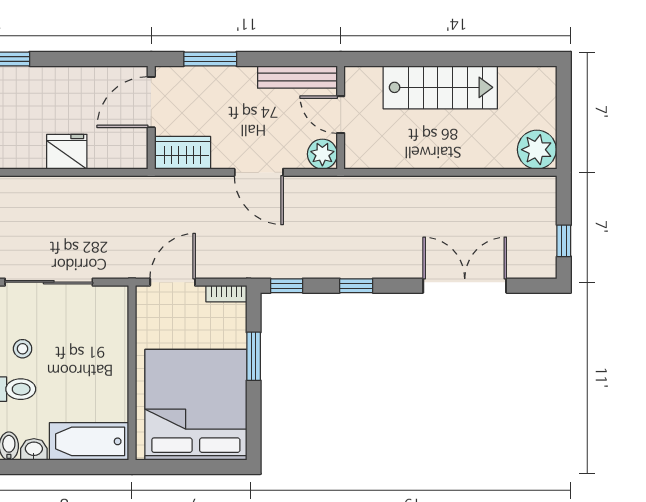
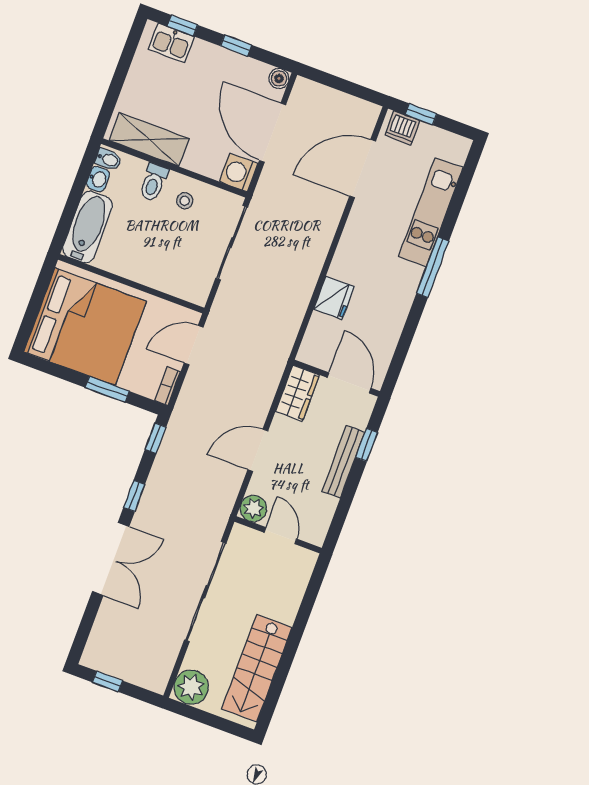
window: (210, 59) -> (367, 445), width x0.67
bench: (297, 77) -> (343, 462), moved
stairs: (440, 87) -> (257, 668), moved
door: (341, 115) -> (280, 536), hinge flipped
sliding door: (430, 172) -> (205, 592), added
door: (173, 282) -> (194, 345), swing flipped
double door: (465, 286) -> (111, 559), moved

